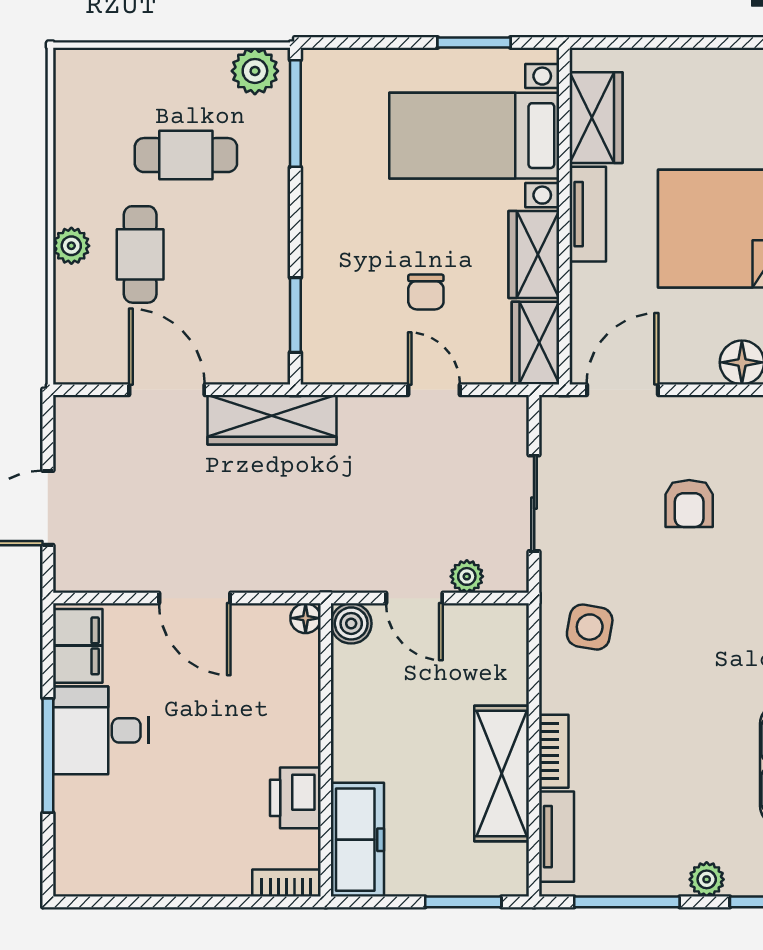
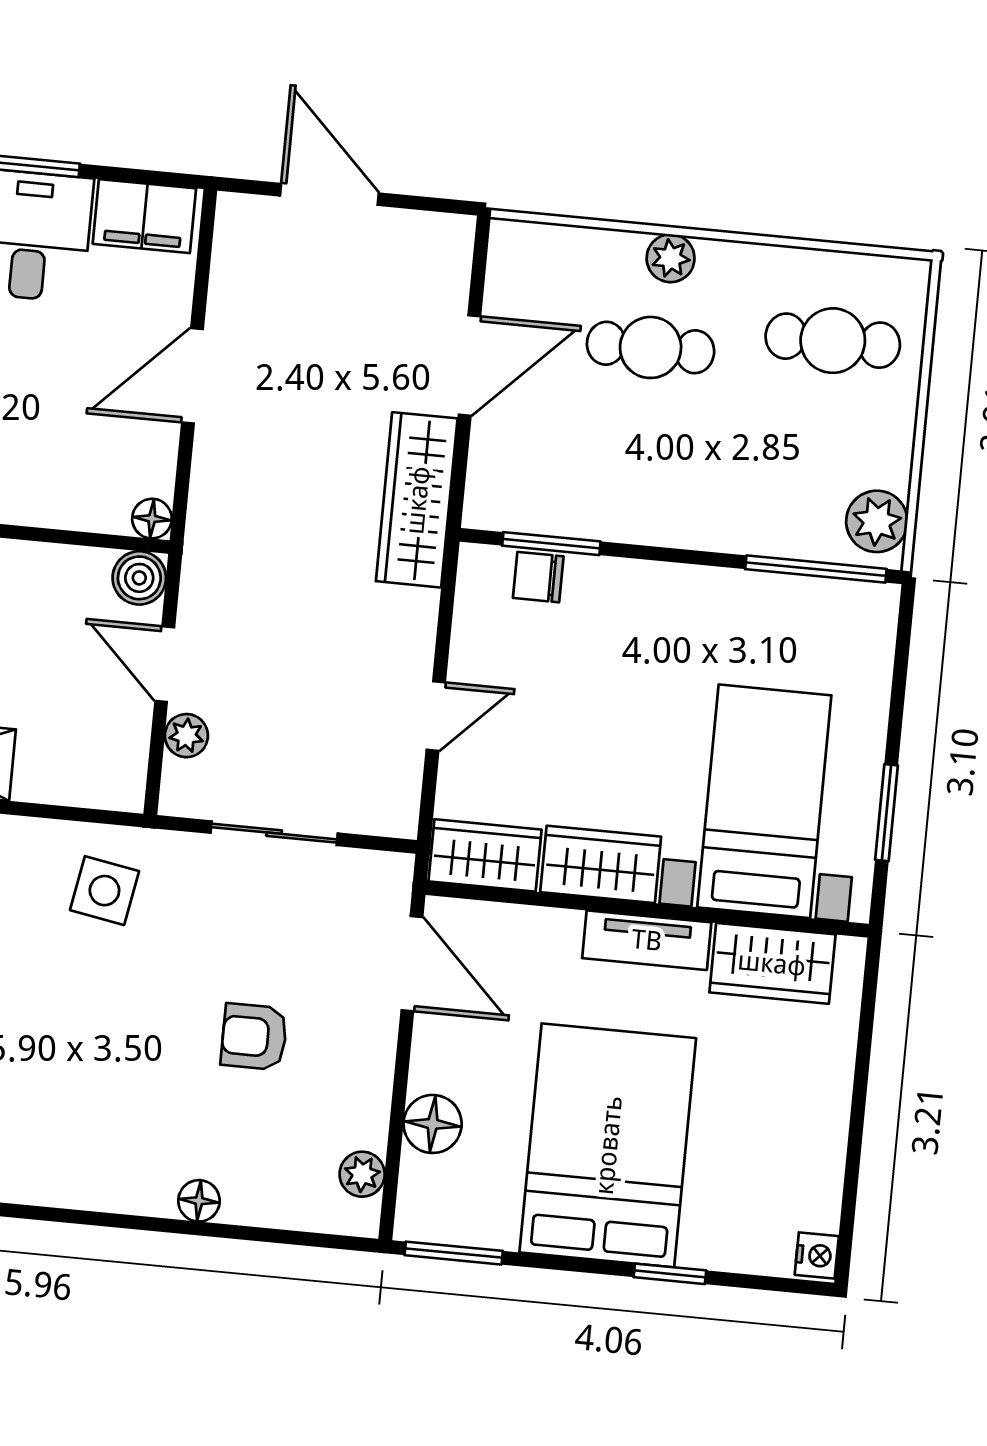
cafe table: (186, 155) -> (833, 341), moved, turned 90
chair: (426, 292) -> (538, 577), moved
door: (414, 598) -> (165, 664), hinge flipped

